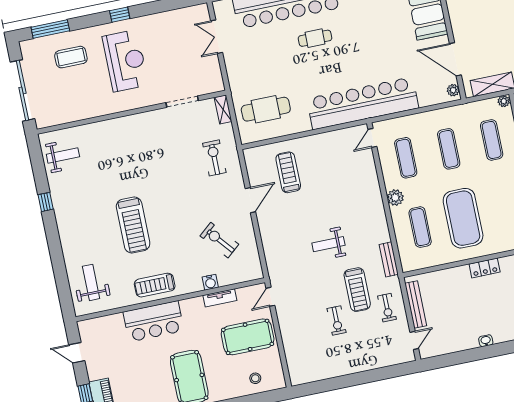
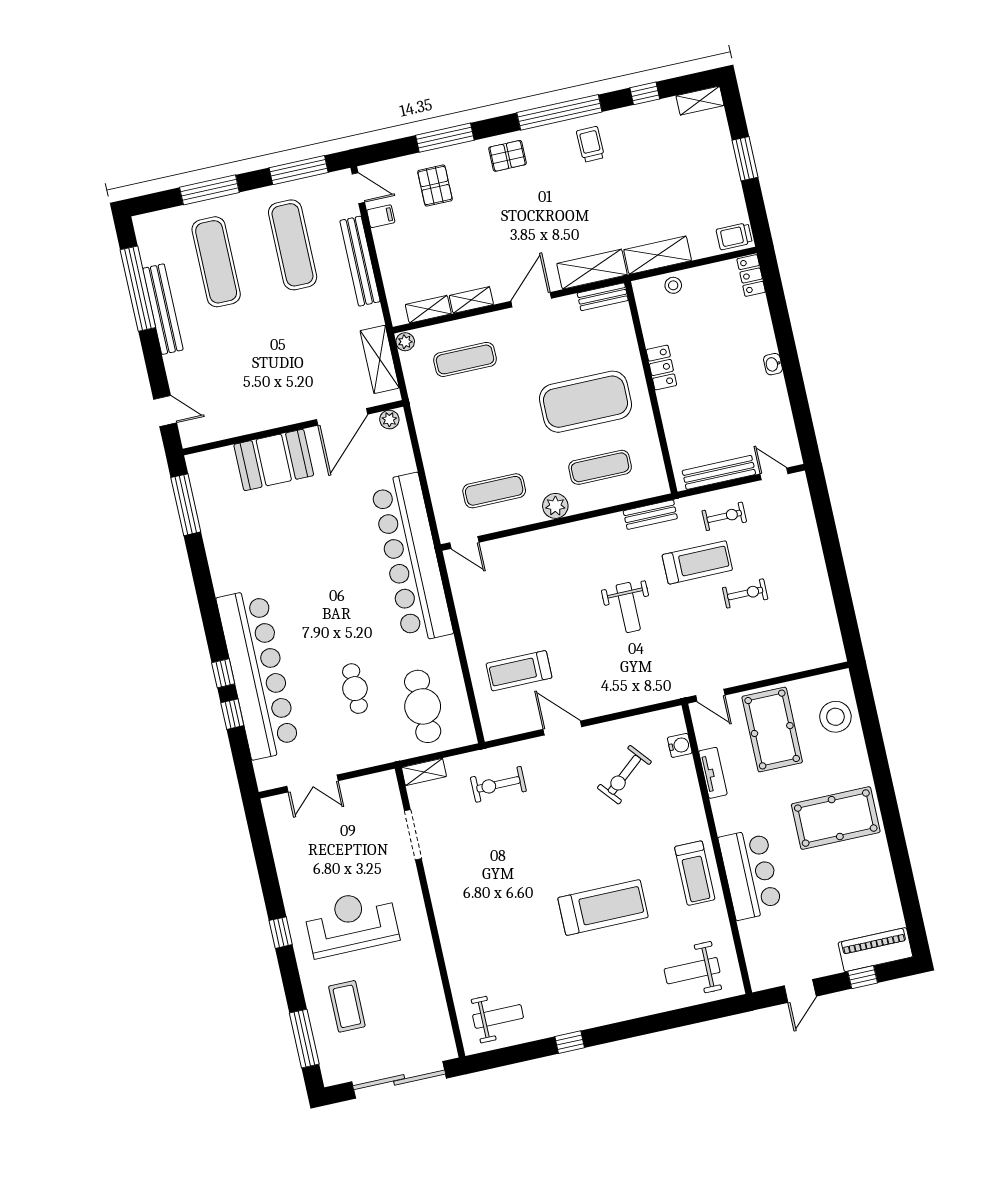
cafe table: (315, 38) -> (355, 689), moved
exercise mat: (449, 149) -> (480, 425), removed
weight bench: (63, 156) -> (498, 1016), turned 90
water cooler: (210, 282) -> (680, 745), moved
stool: (255, 378) -> (835, 717), width x1.89, depth x1.89

